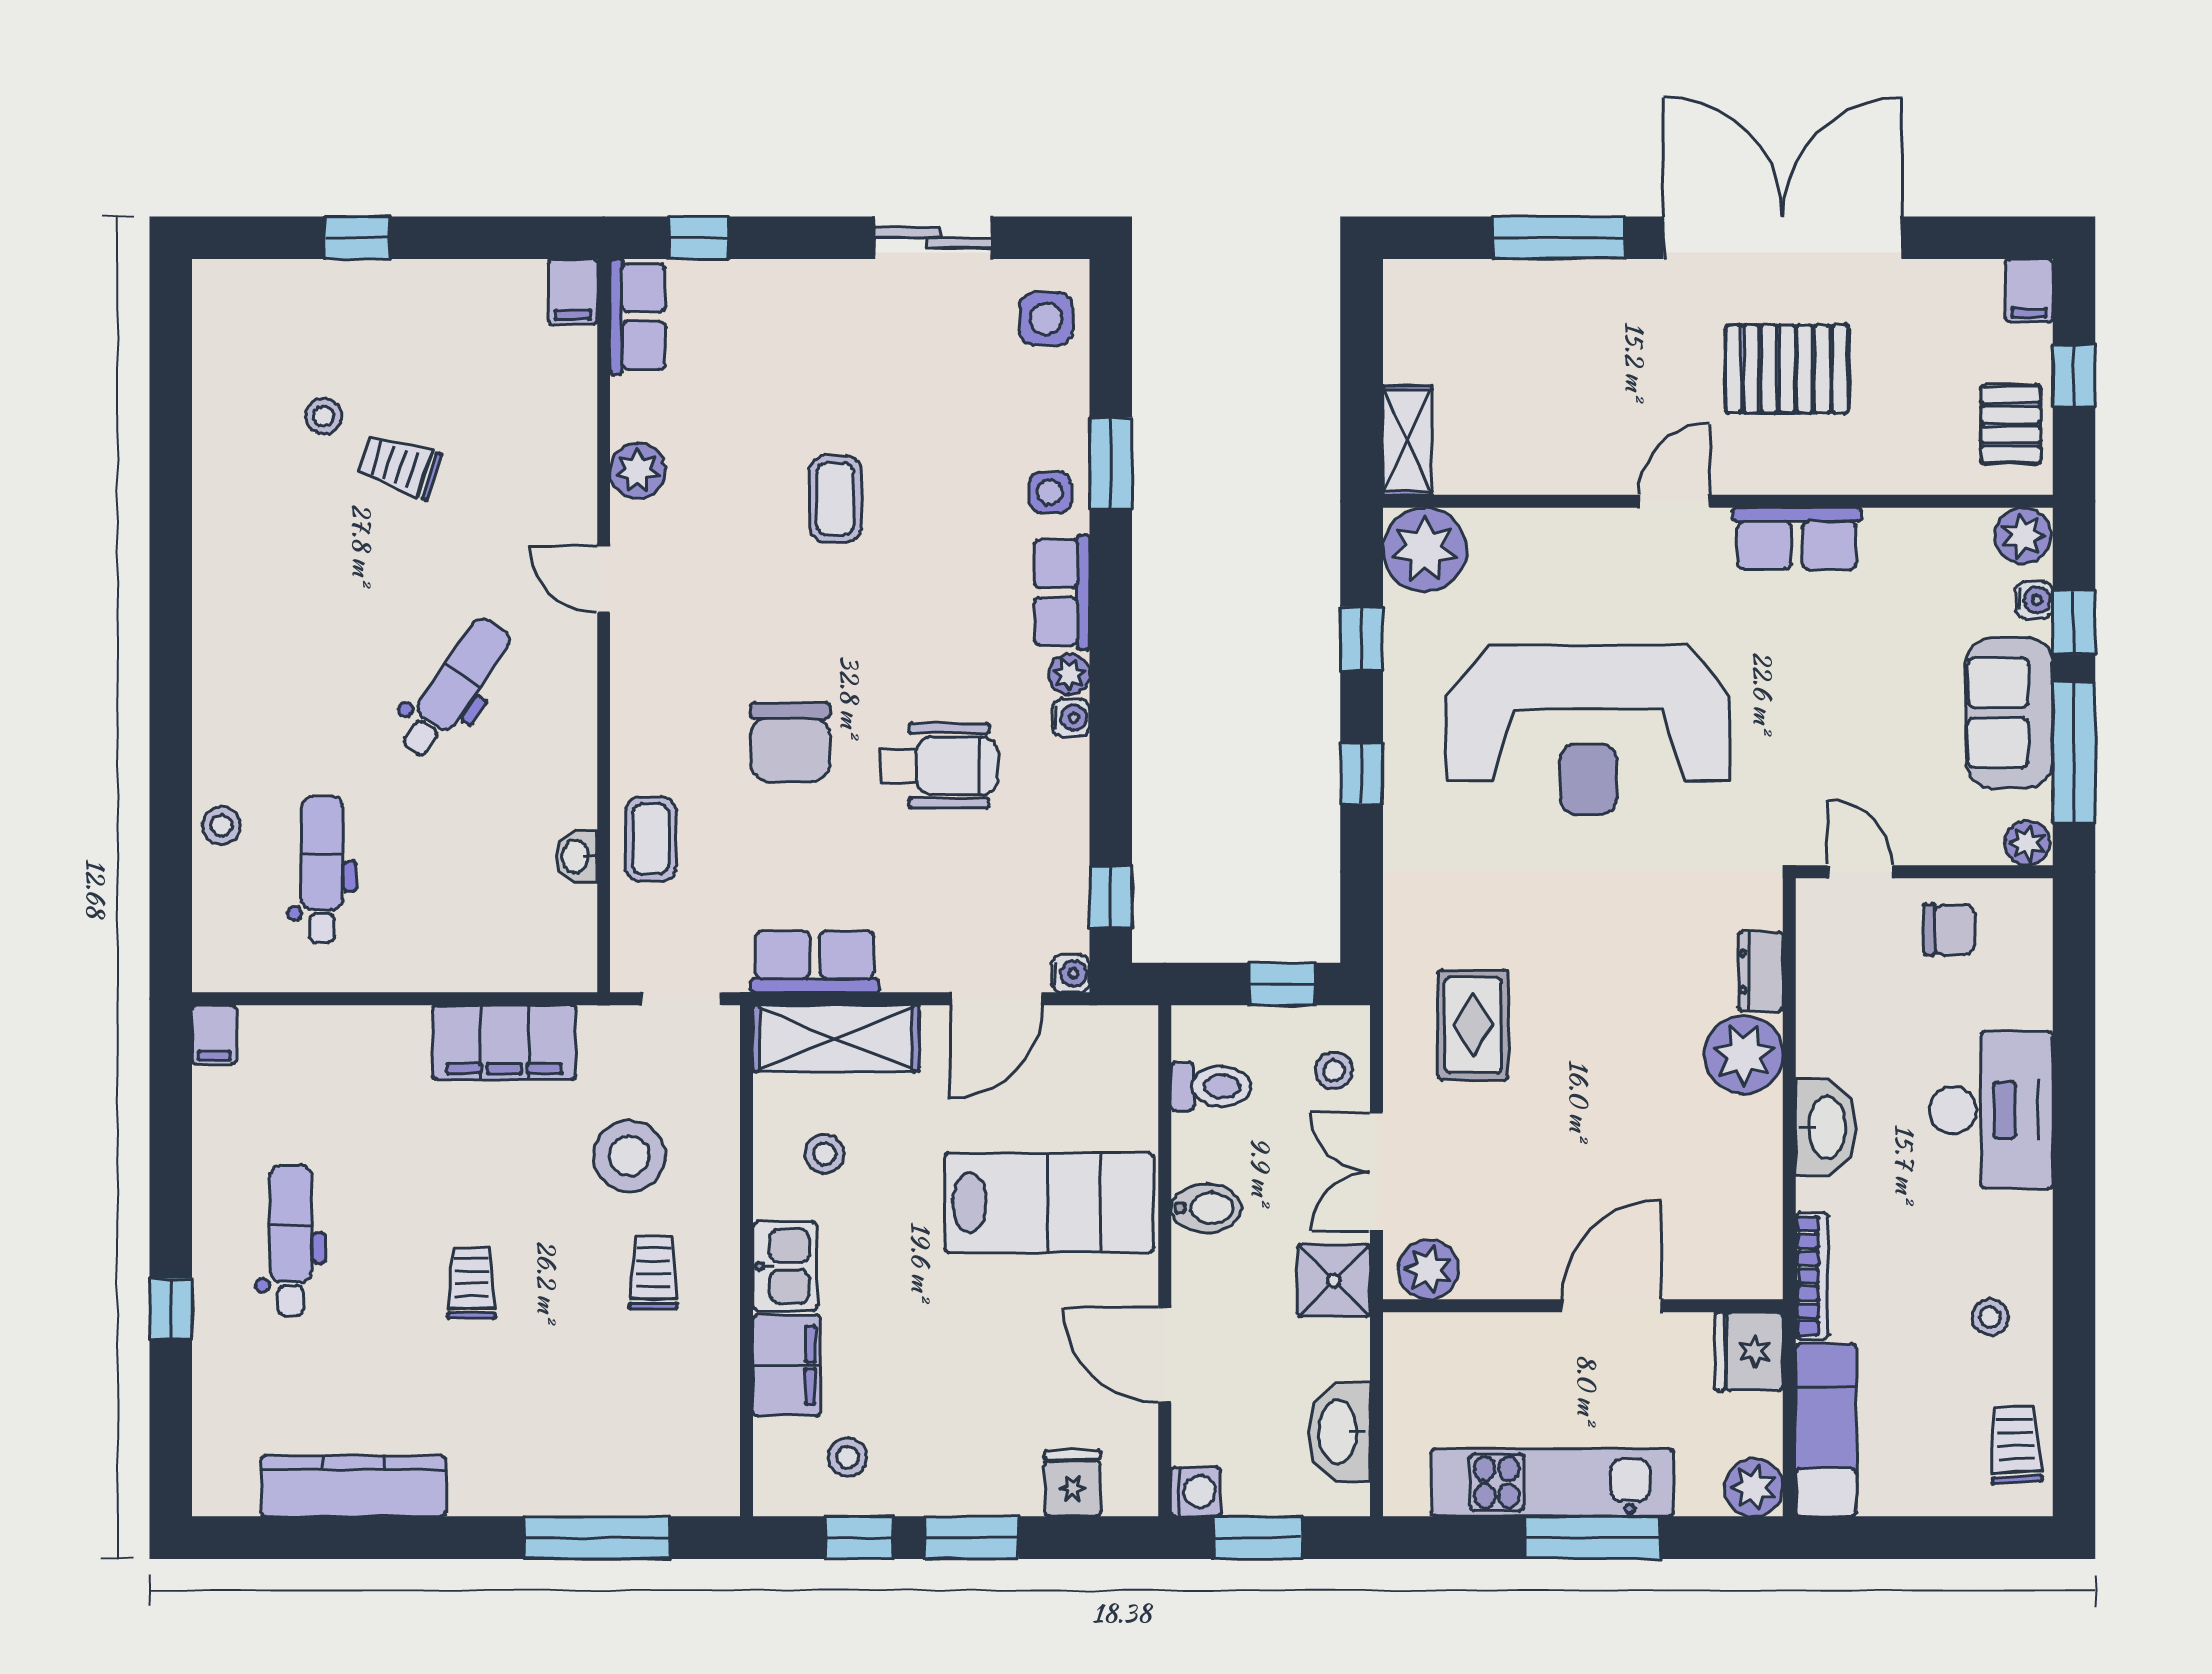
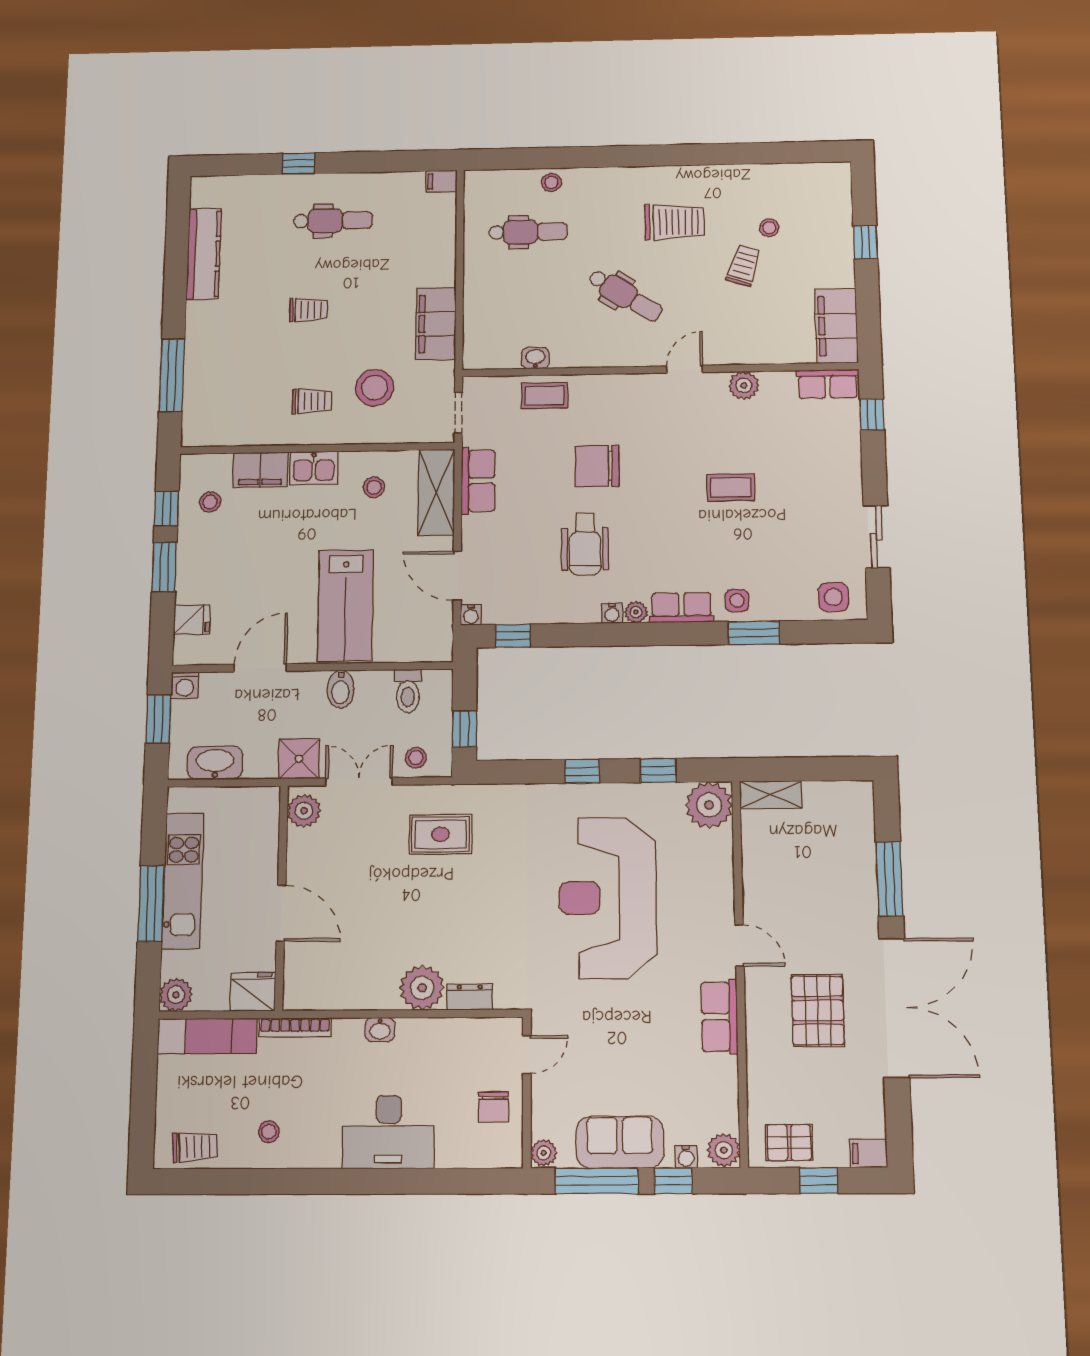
filing cabinet: (573, 292) -> (836, 326), width x3.00, depth x1.17
trolley: (308, 593) -> (675, 222), added
washbasin: (1825, 1127) -> (380, 1030), width x0.52, depth x0.69

